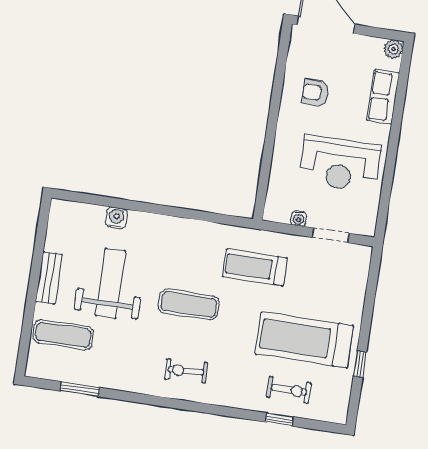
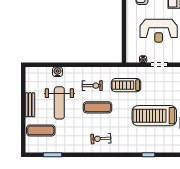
weight bench: (111, 283) -> (59, 103), turned 180
exercise bike: (289, 390) -> (92, 86), moved

